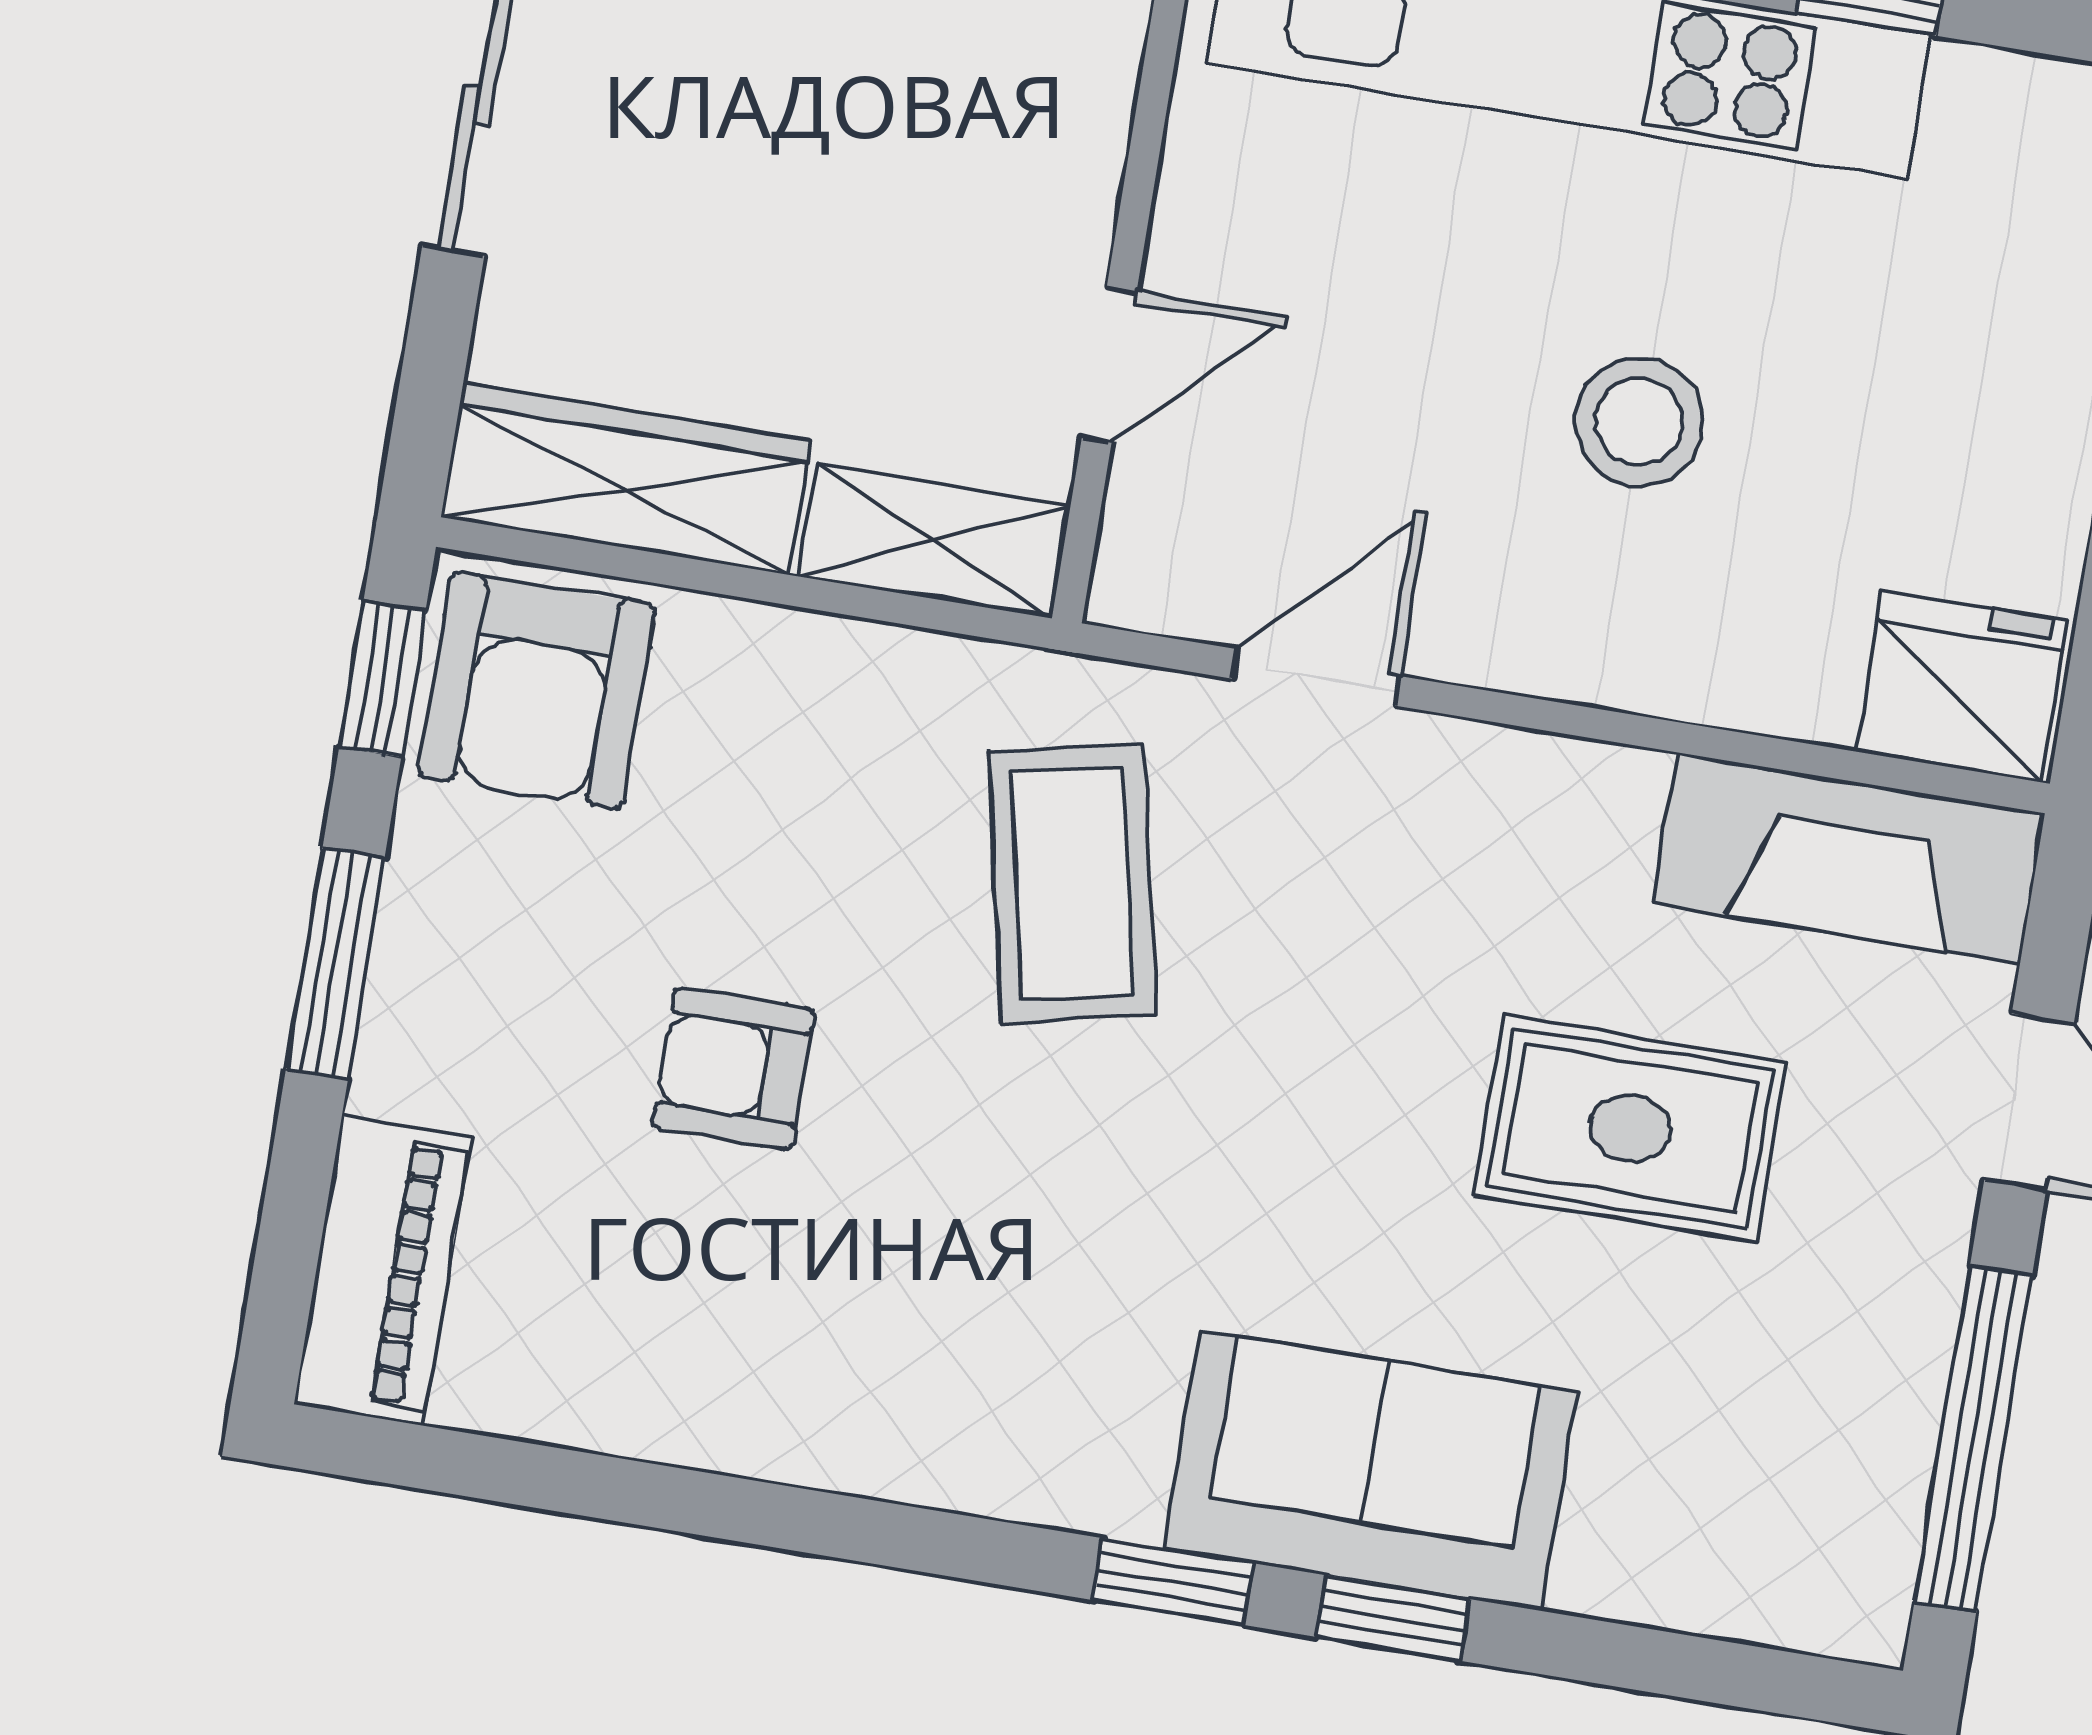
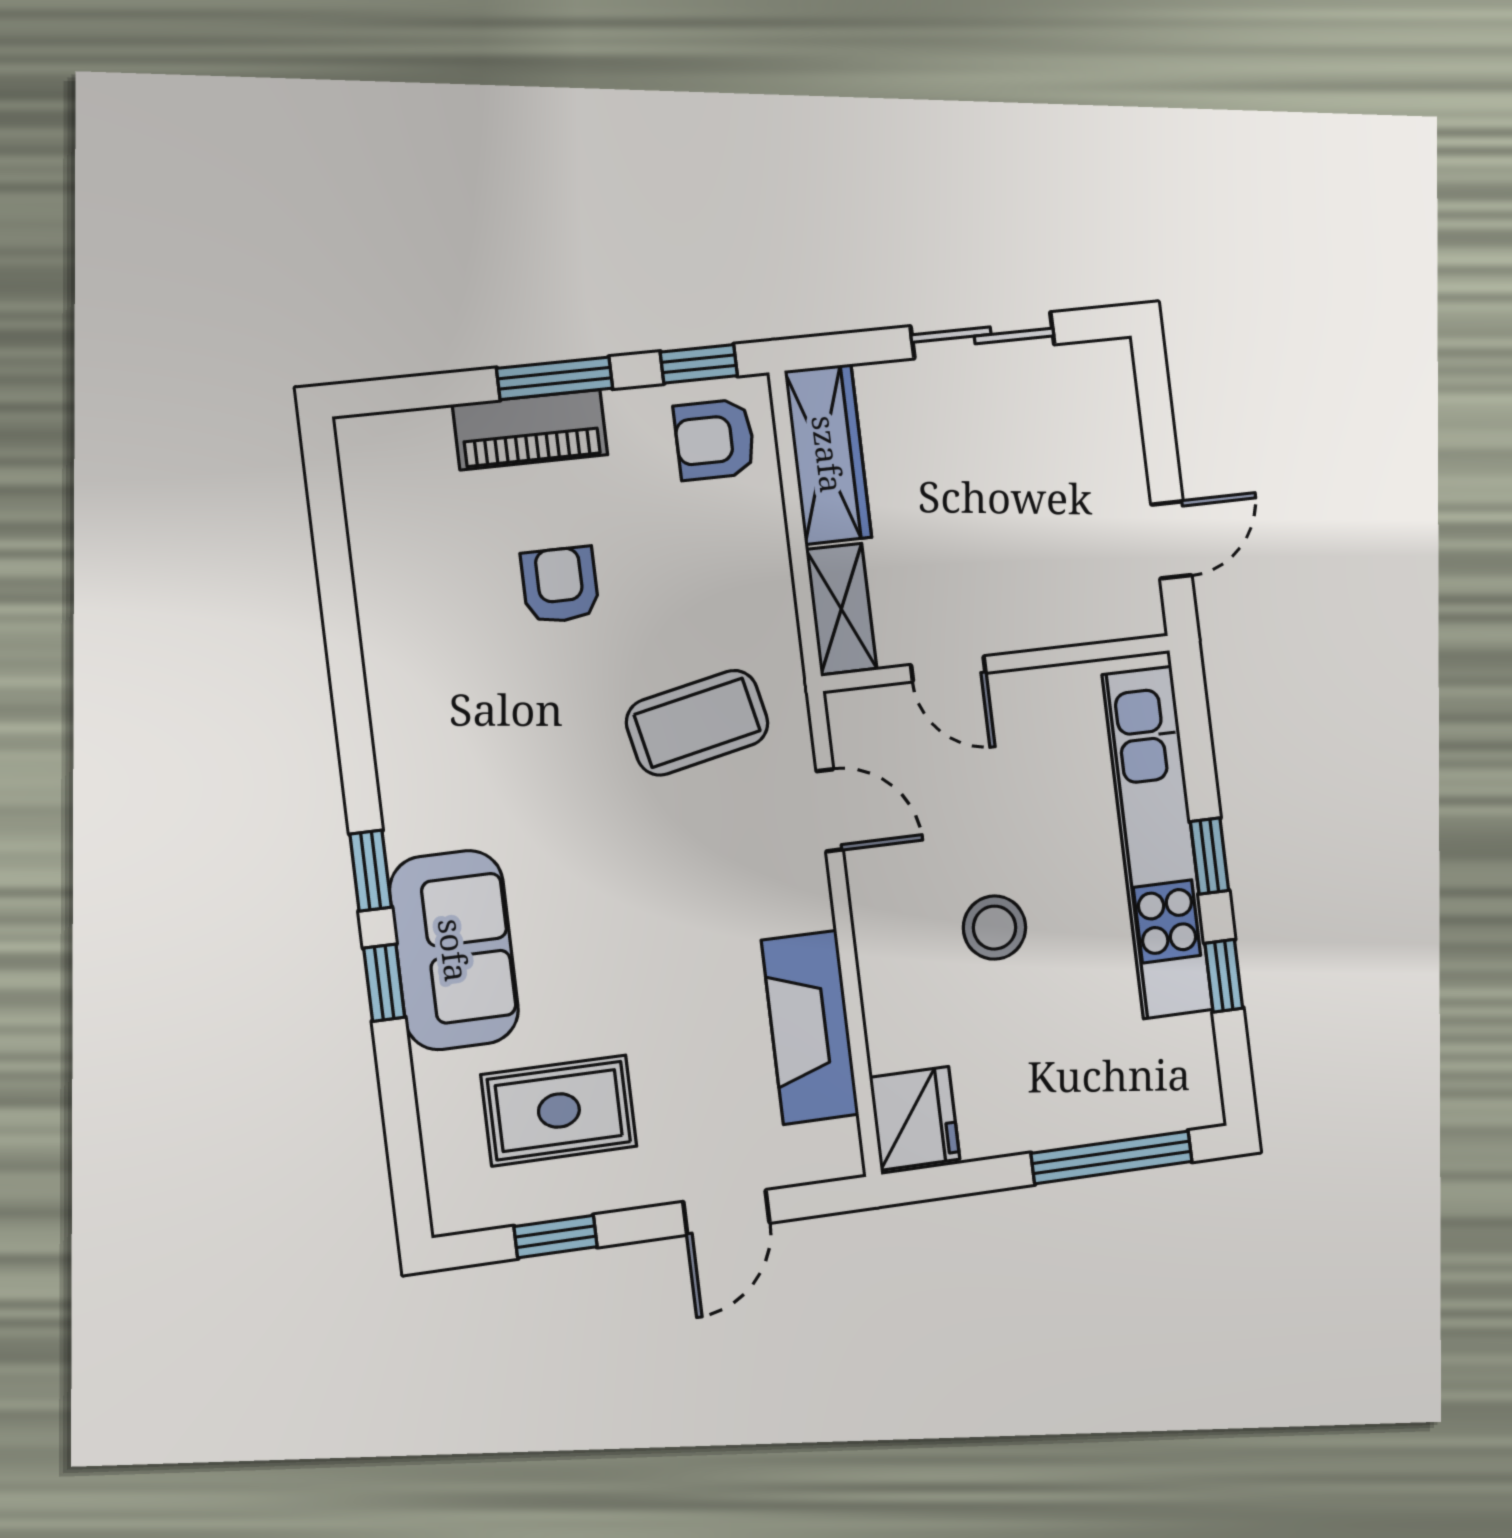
armchair: (537, 691) -> (715, 440), width x0.72, depth x0.72
fireplace: (1849, 858) -> (810, 1027), moved
rug: (1630, 1128) -> (559, 1111), moved, turned 90
piano: (382, 1271) -> (530, 430), moved
window: (1973, 1439) -> (556, 1237), width x0.46

